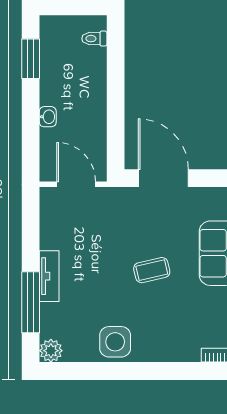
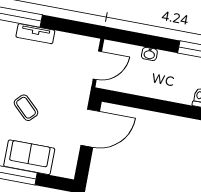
coffee table: (152, 270) -> (26, 108), turned -33

